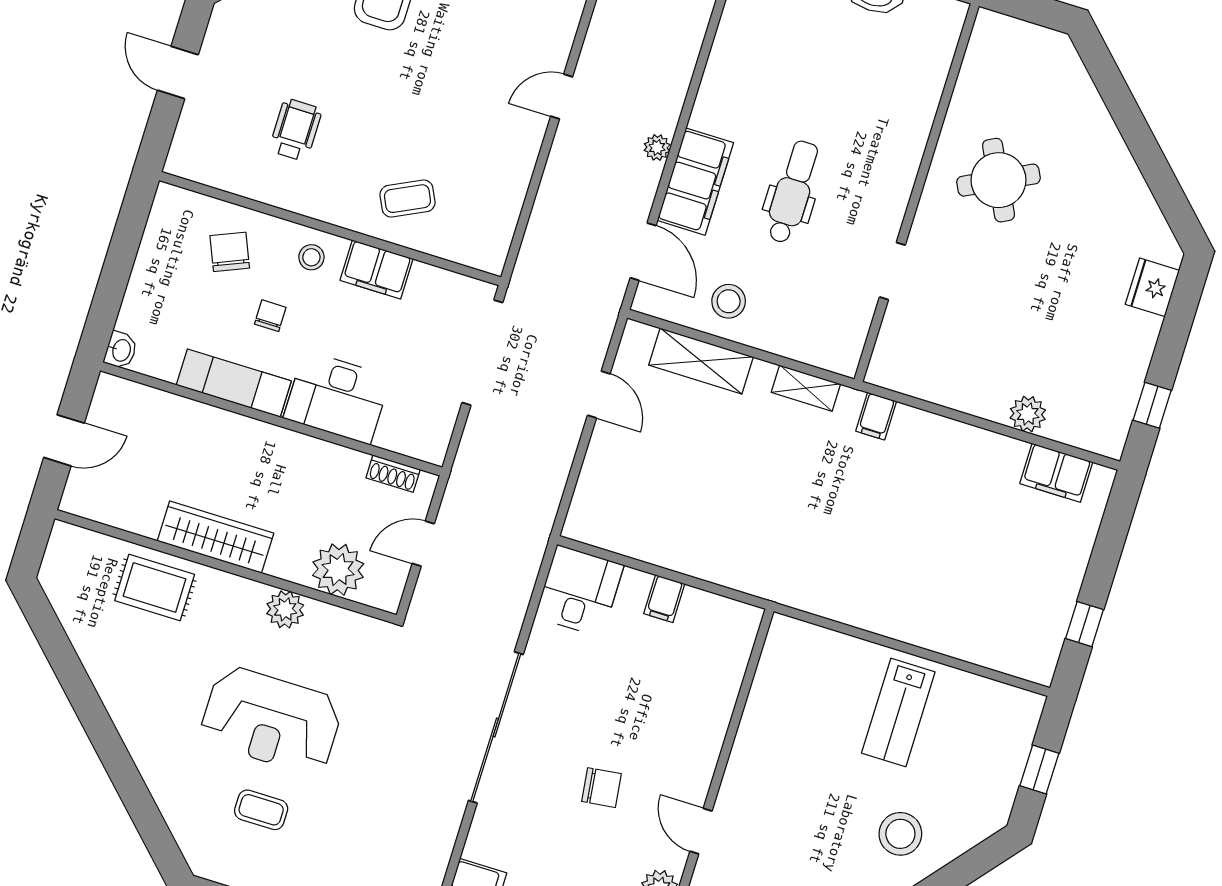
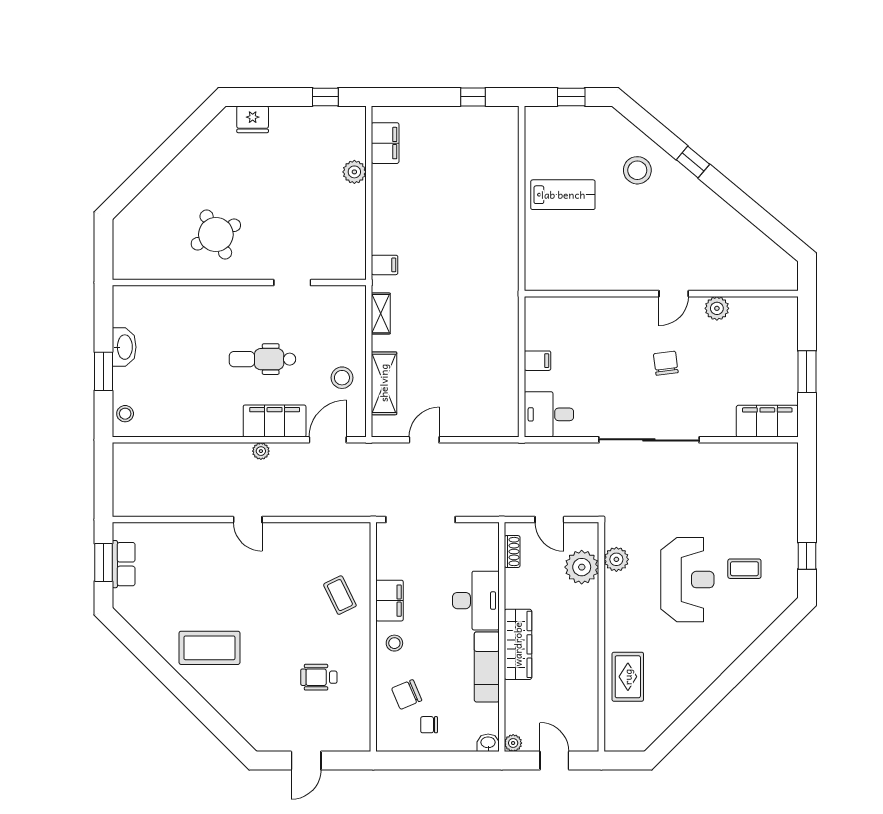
chair: (270, 316) -> (429, 725), moved
plant: (109, 387) -> (513, 743), added
wardrobe: (215, 537) -> (518, 644), moved, turned 180
plant: (285, 609) -> (616, 559), moved
coffee table: (261, 810) -> (744, 569), turned 90

